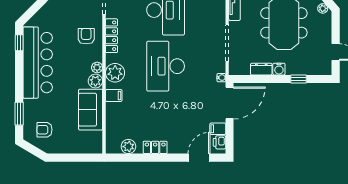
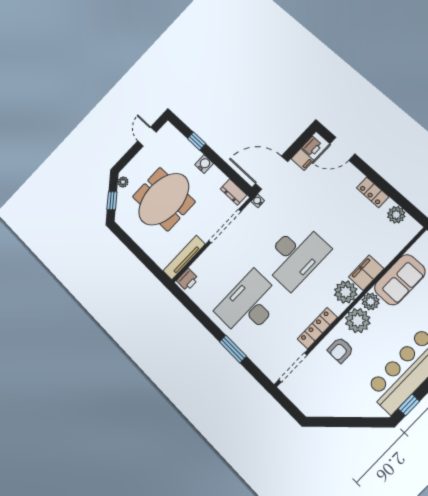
plant: (97, 67) -> (358, 321), width x1.88, depth x1.88
dresser: (261, 69) -> (234, 192), moved
filing cabinet: (114, 95) -> (366, 273), width x2.00

